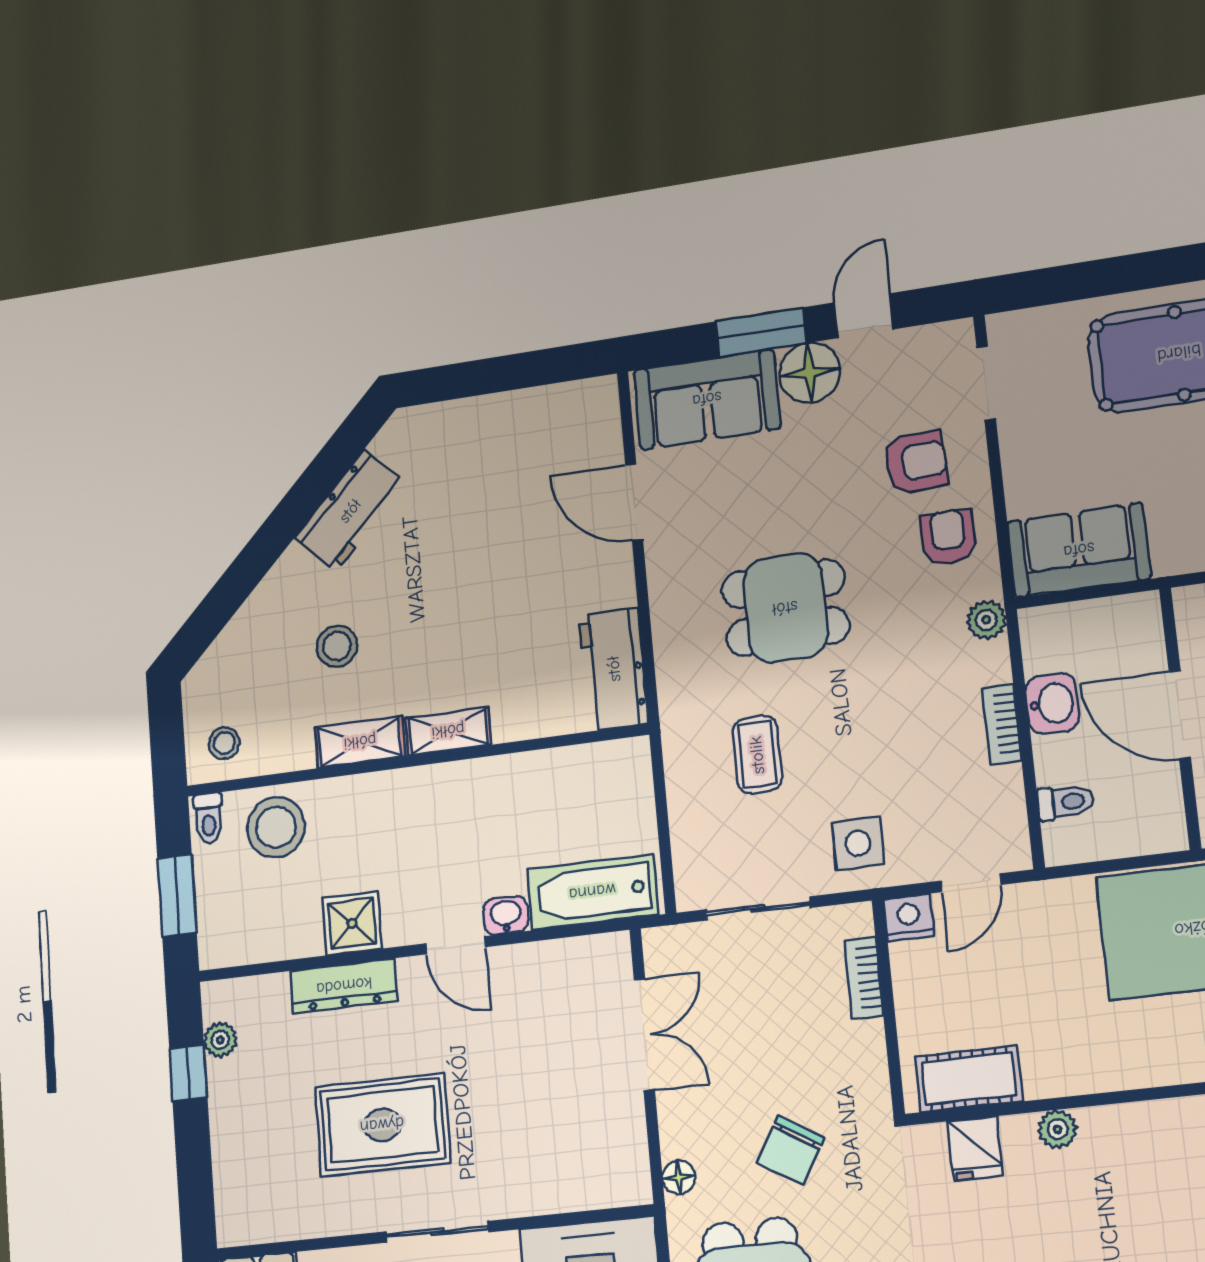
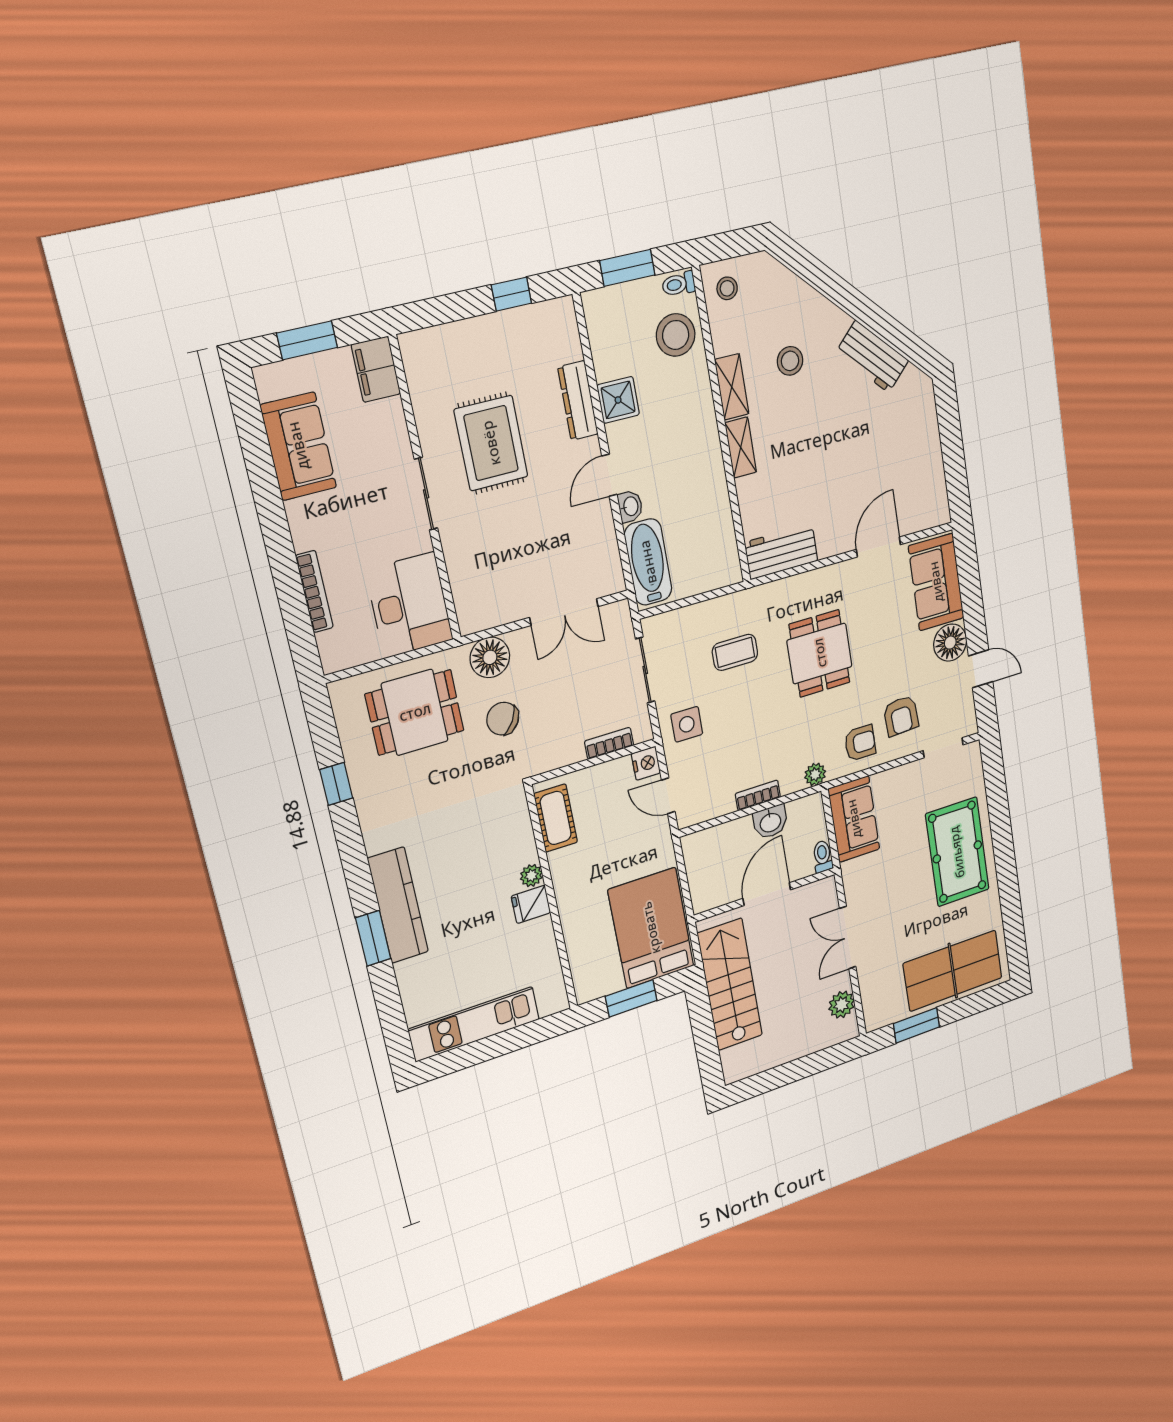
window: (761, 332) -> (973, 609), removed
toilet: (1065, 802) -> (823, 856), moved, turned 180
plant: (220, 1040) -> (535, 315), removed
fridge: (975, 1148) -> (531, 904), moved
floor lamp: (679, 1177) -> (490, 657), width x1.89, depth x1.89

